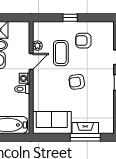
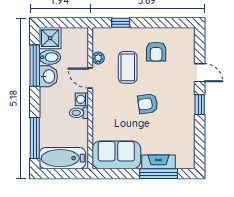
window: (70, 18) -> (121, 23), moved
armchair: (83, 41) -> (156, 52), turned -90
door: (31, 62) -> (90, 78), swing flipped

